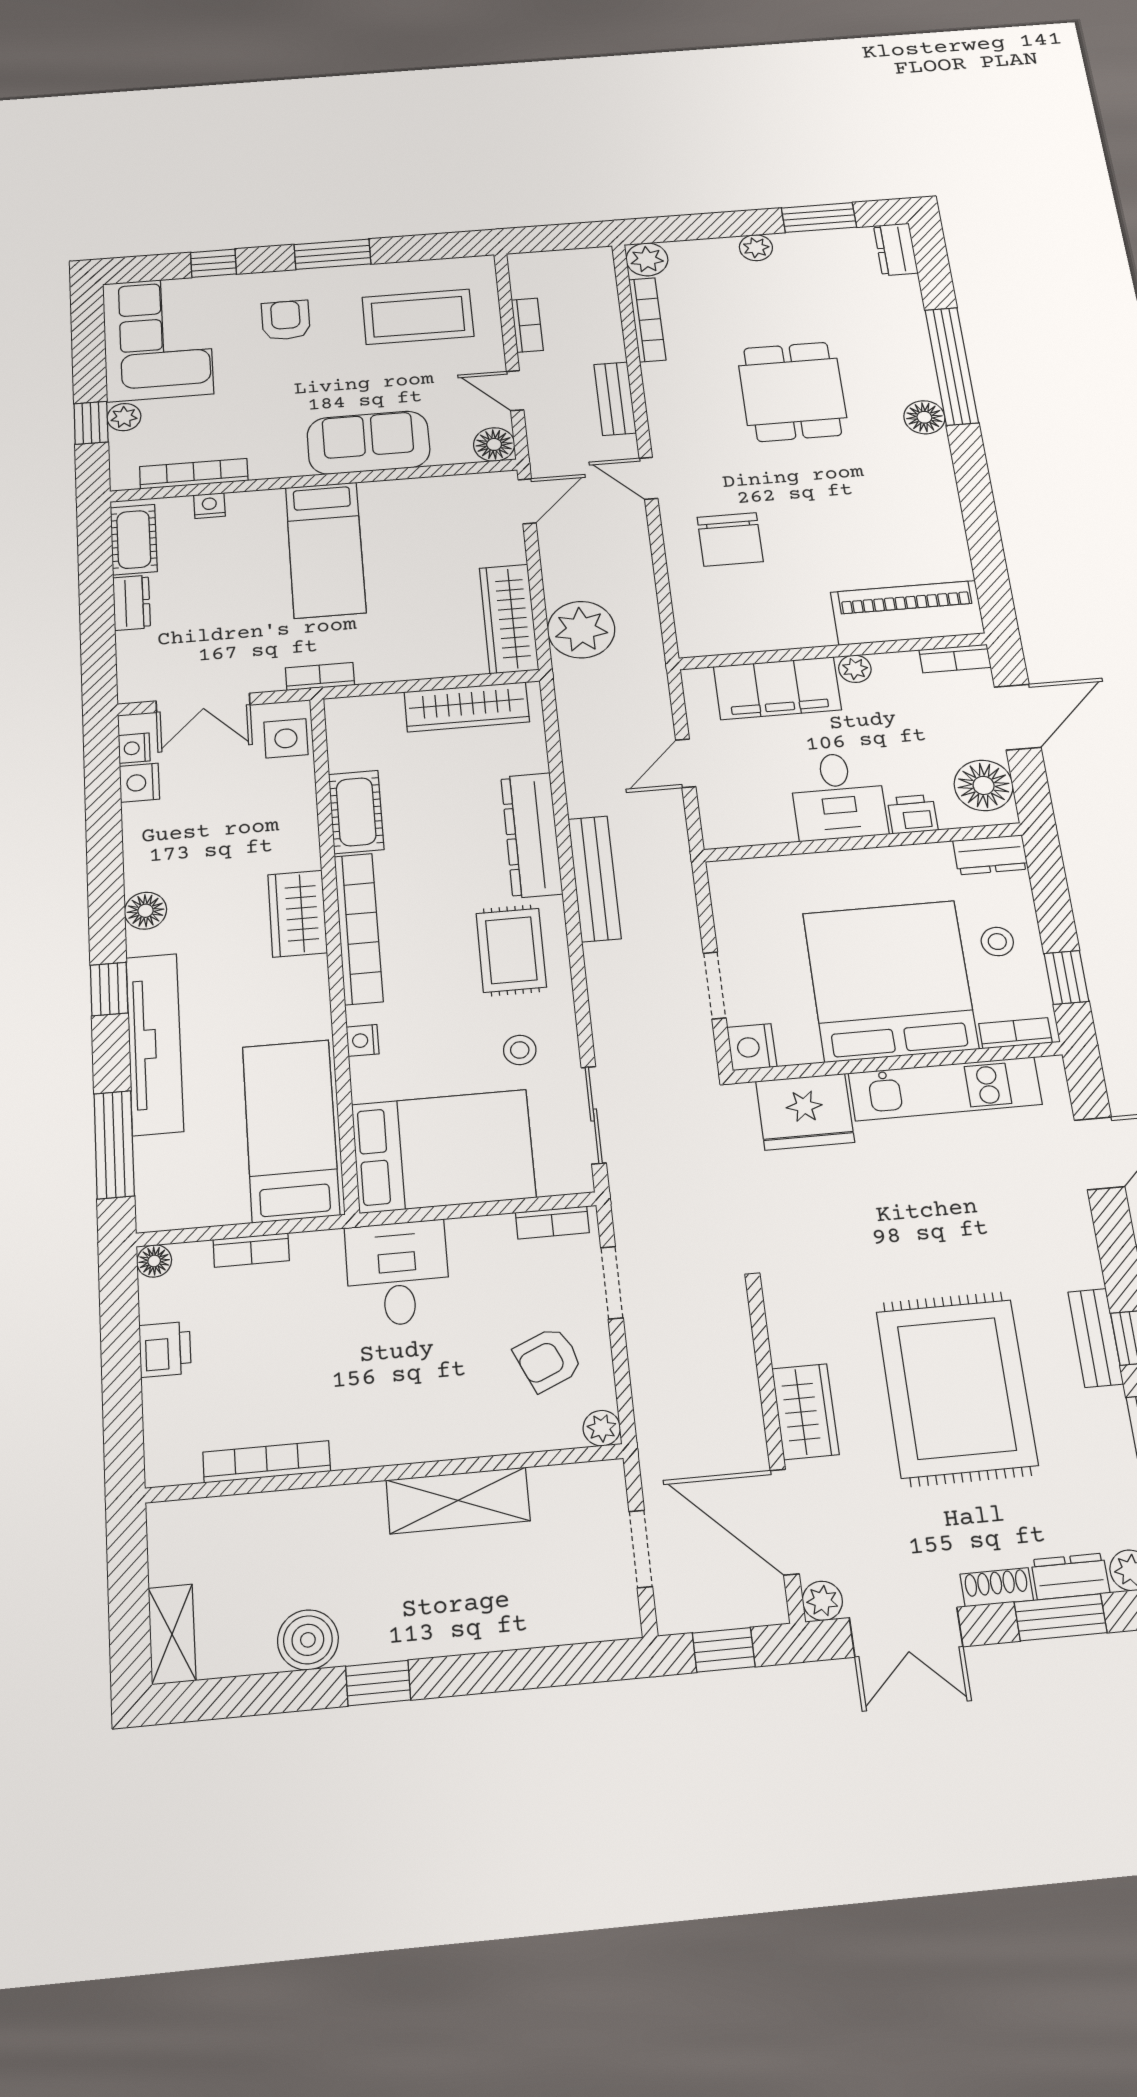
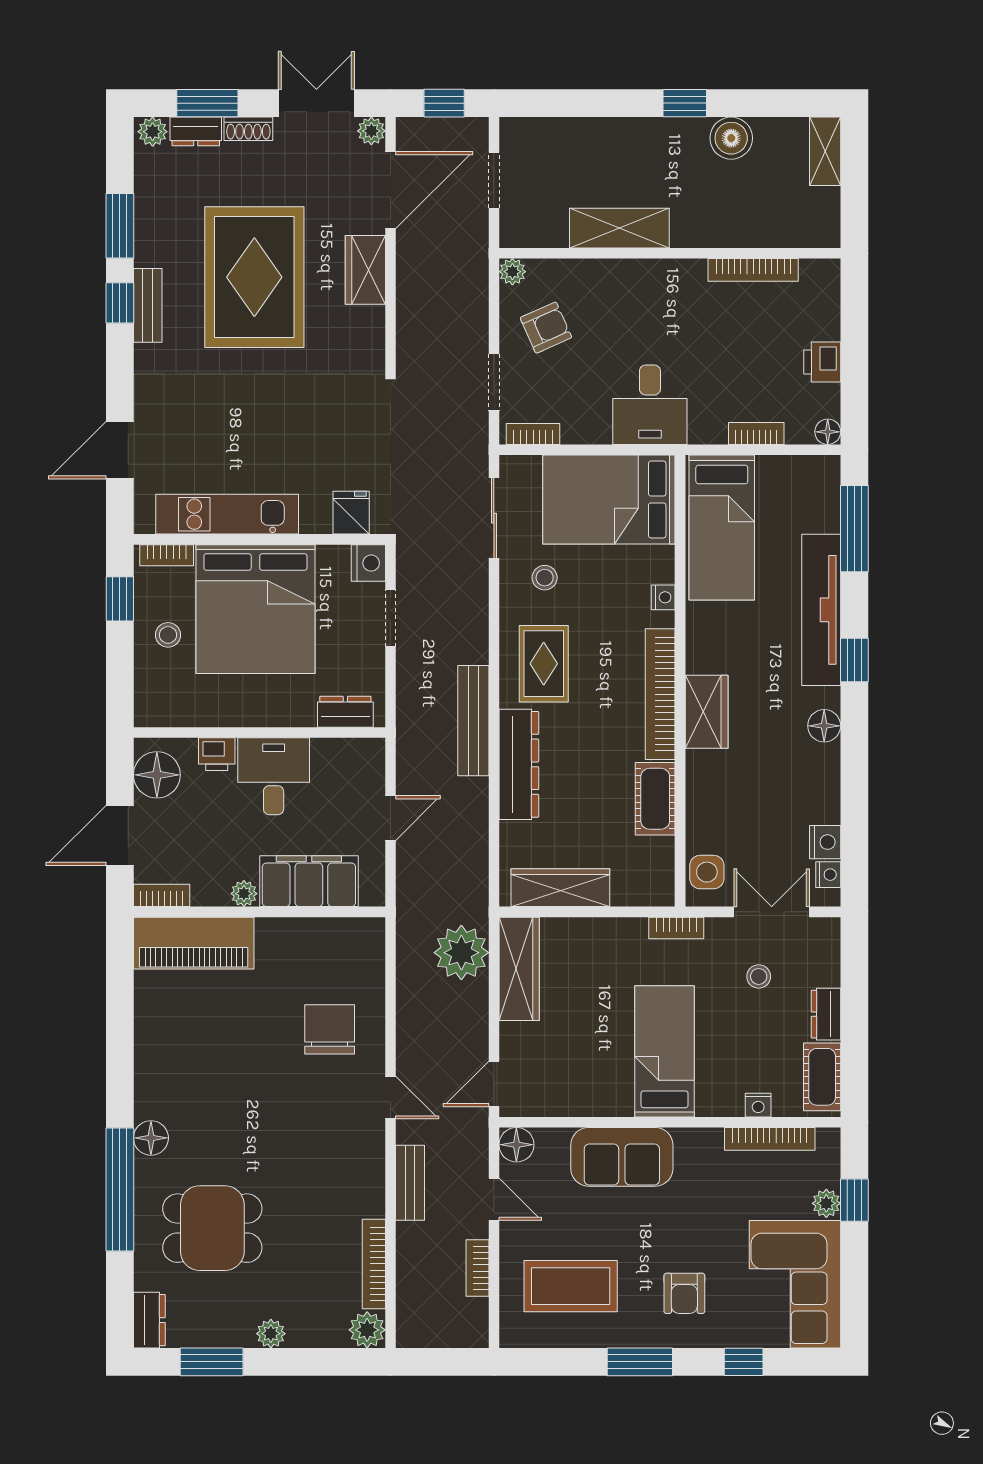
dining table: (792, 392) -> (212, 1228), moved, turned 90
stool: (216, 635) -> (759, 976), added
dresser: (990, 855) -> (345, 712), moved
fridge: (805, 1112) -> (351, 513), width x0.53, depth x0.75
door: (785, 1522) -> (391, 190), hinge flipped

